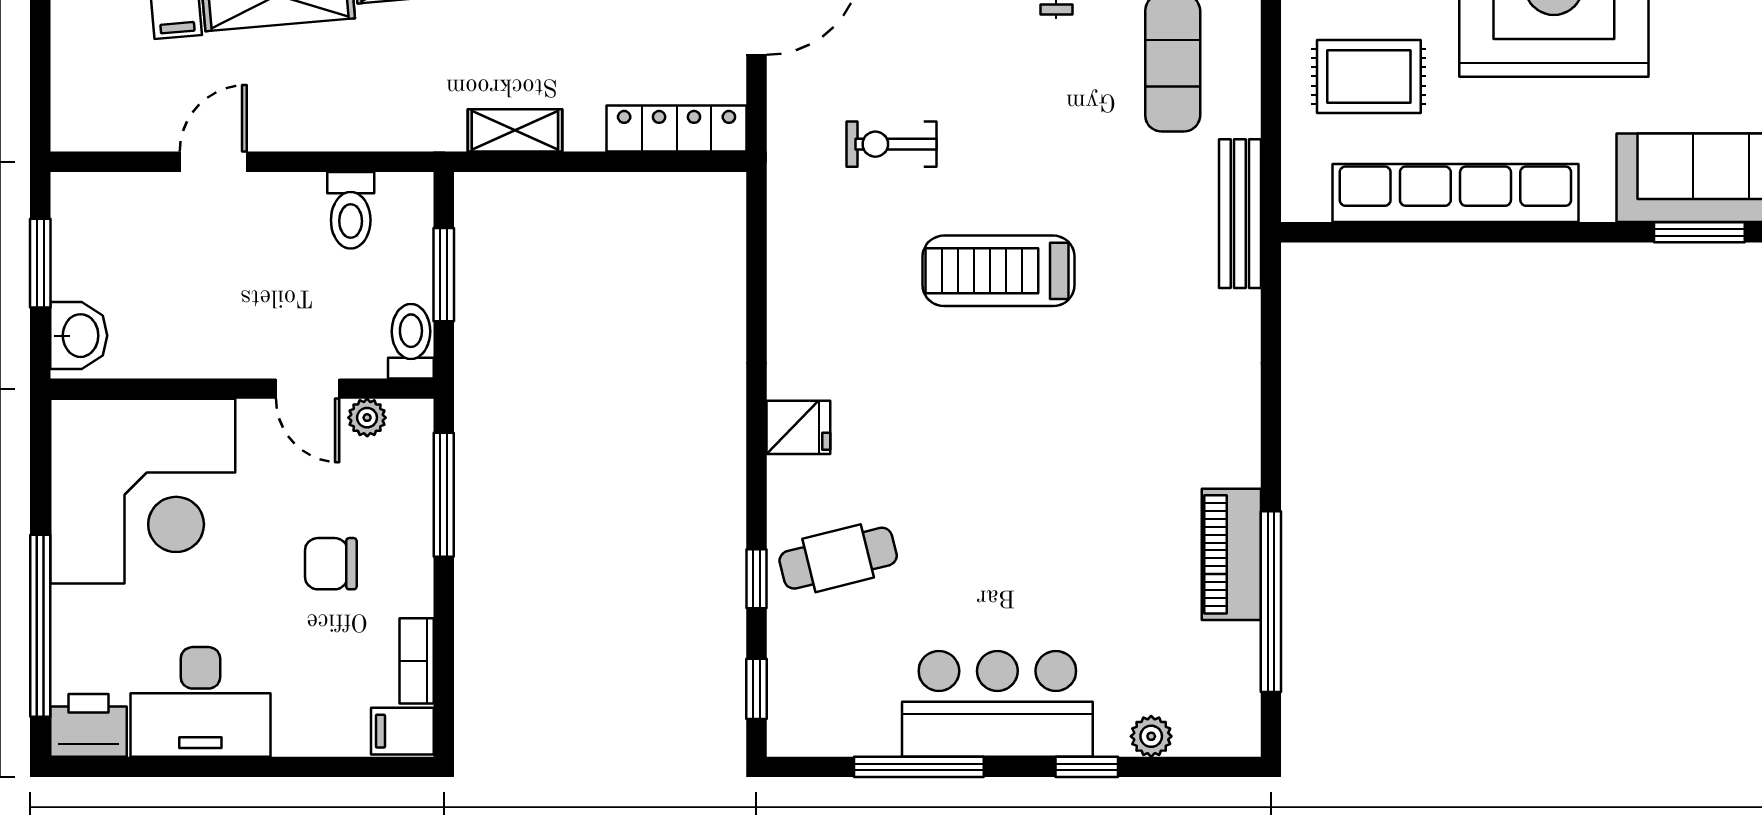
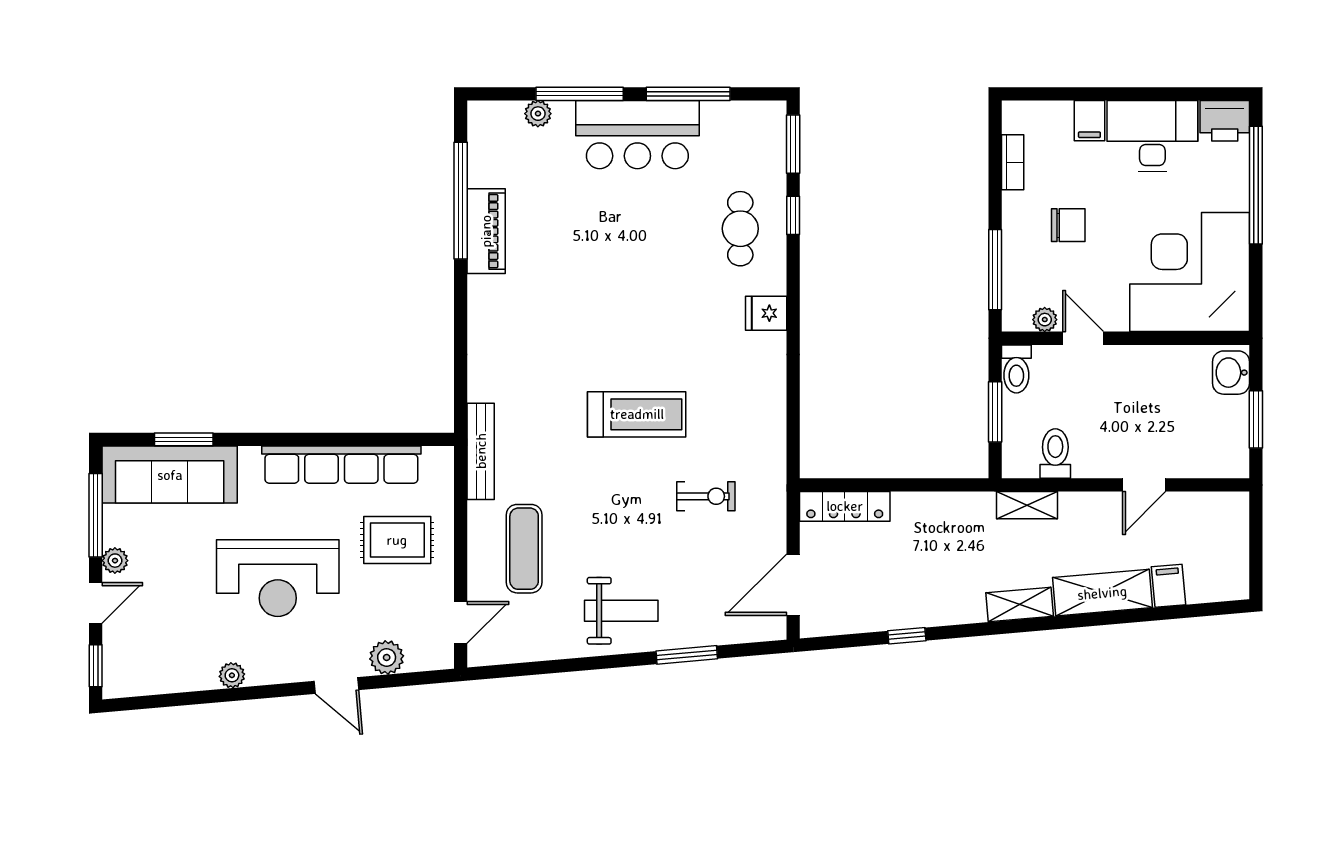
shelving: (515, 130) -> (1027, 505), moved
cafe table: (838, 558) -> (740, 229), turned -76
window: (756, 689) -> (793, 144), width x1.50
filing cabinet: (402, 731) -> (1089, 121), moved, turned 90
window: (1087, 767) -> (580, 94), width x2.17

